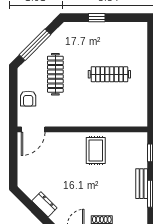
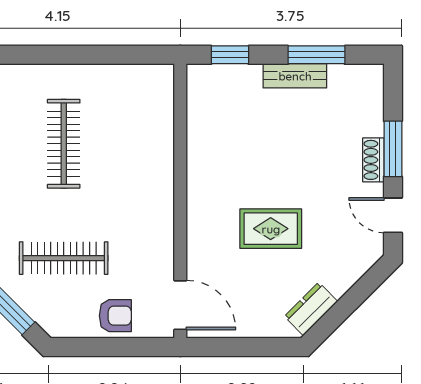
rug: (96, 151) -> (271, 229), moved
dresser: (44, 204) -> (311, 309), moved

